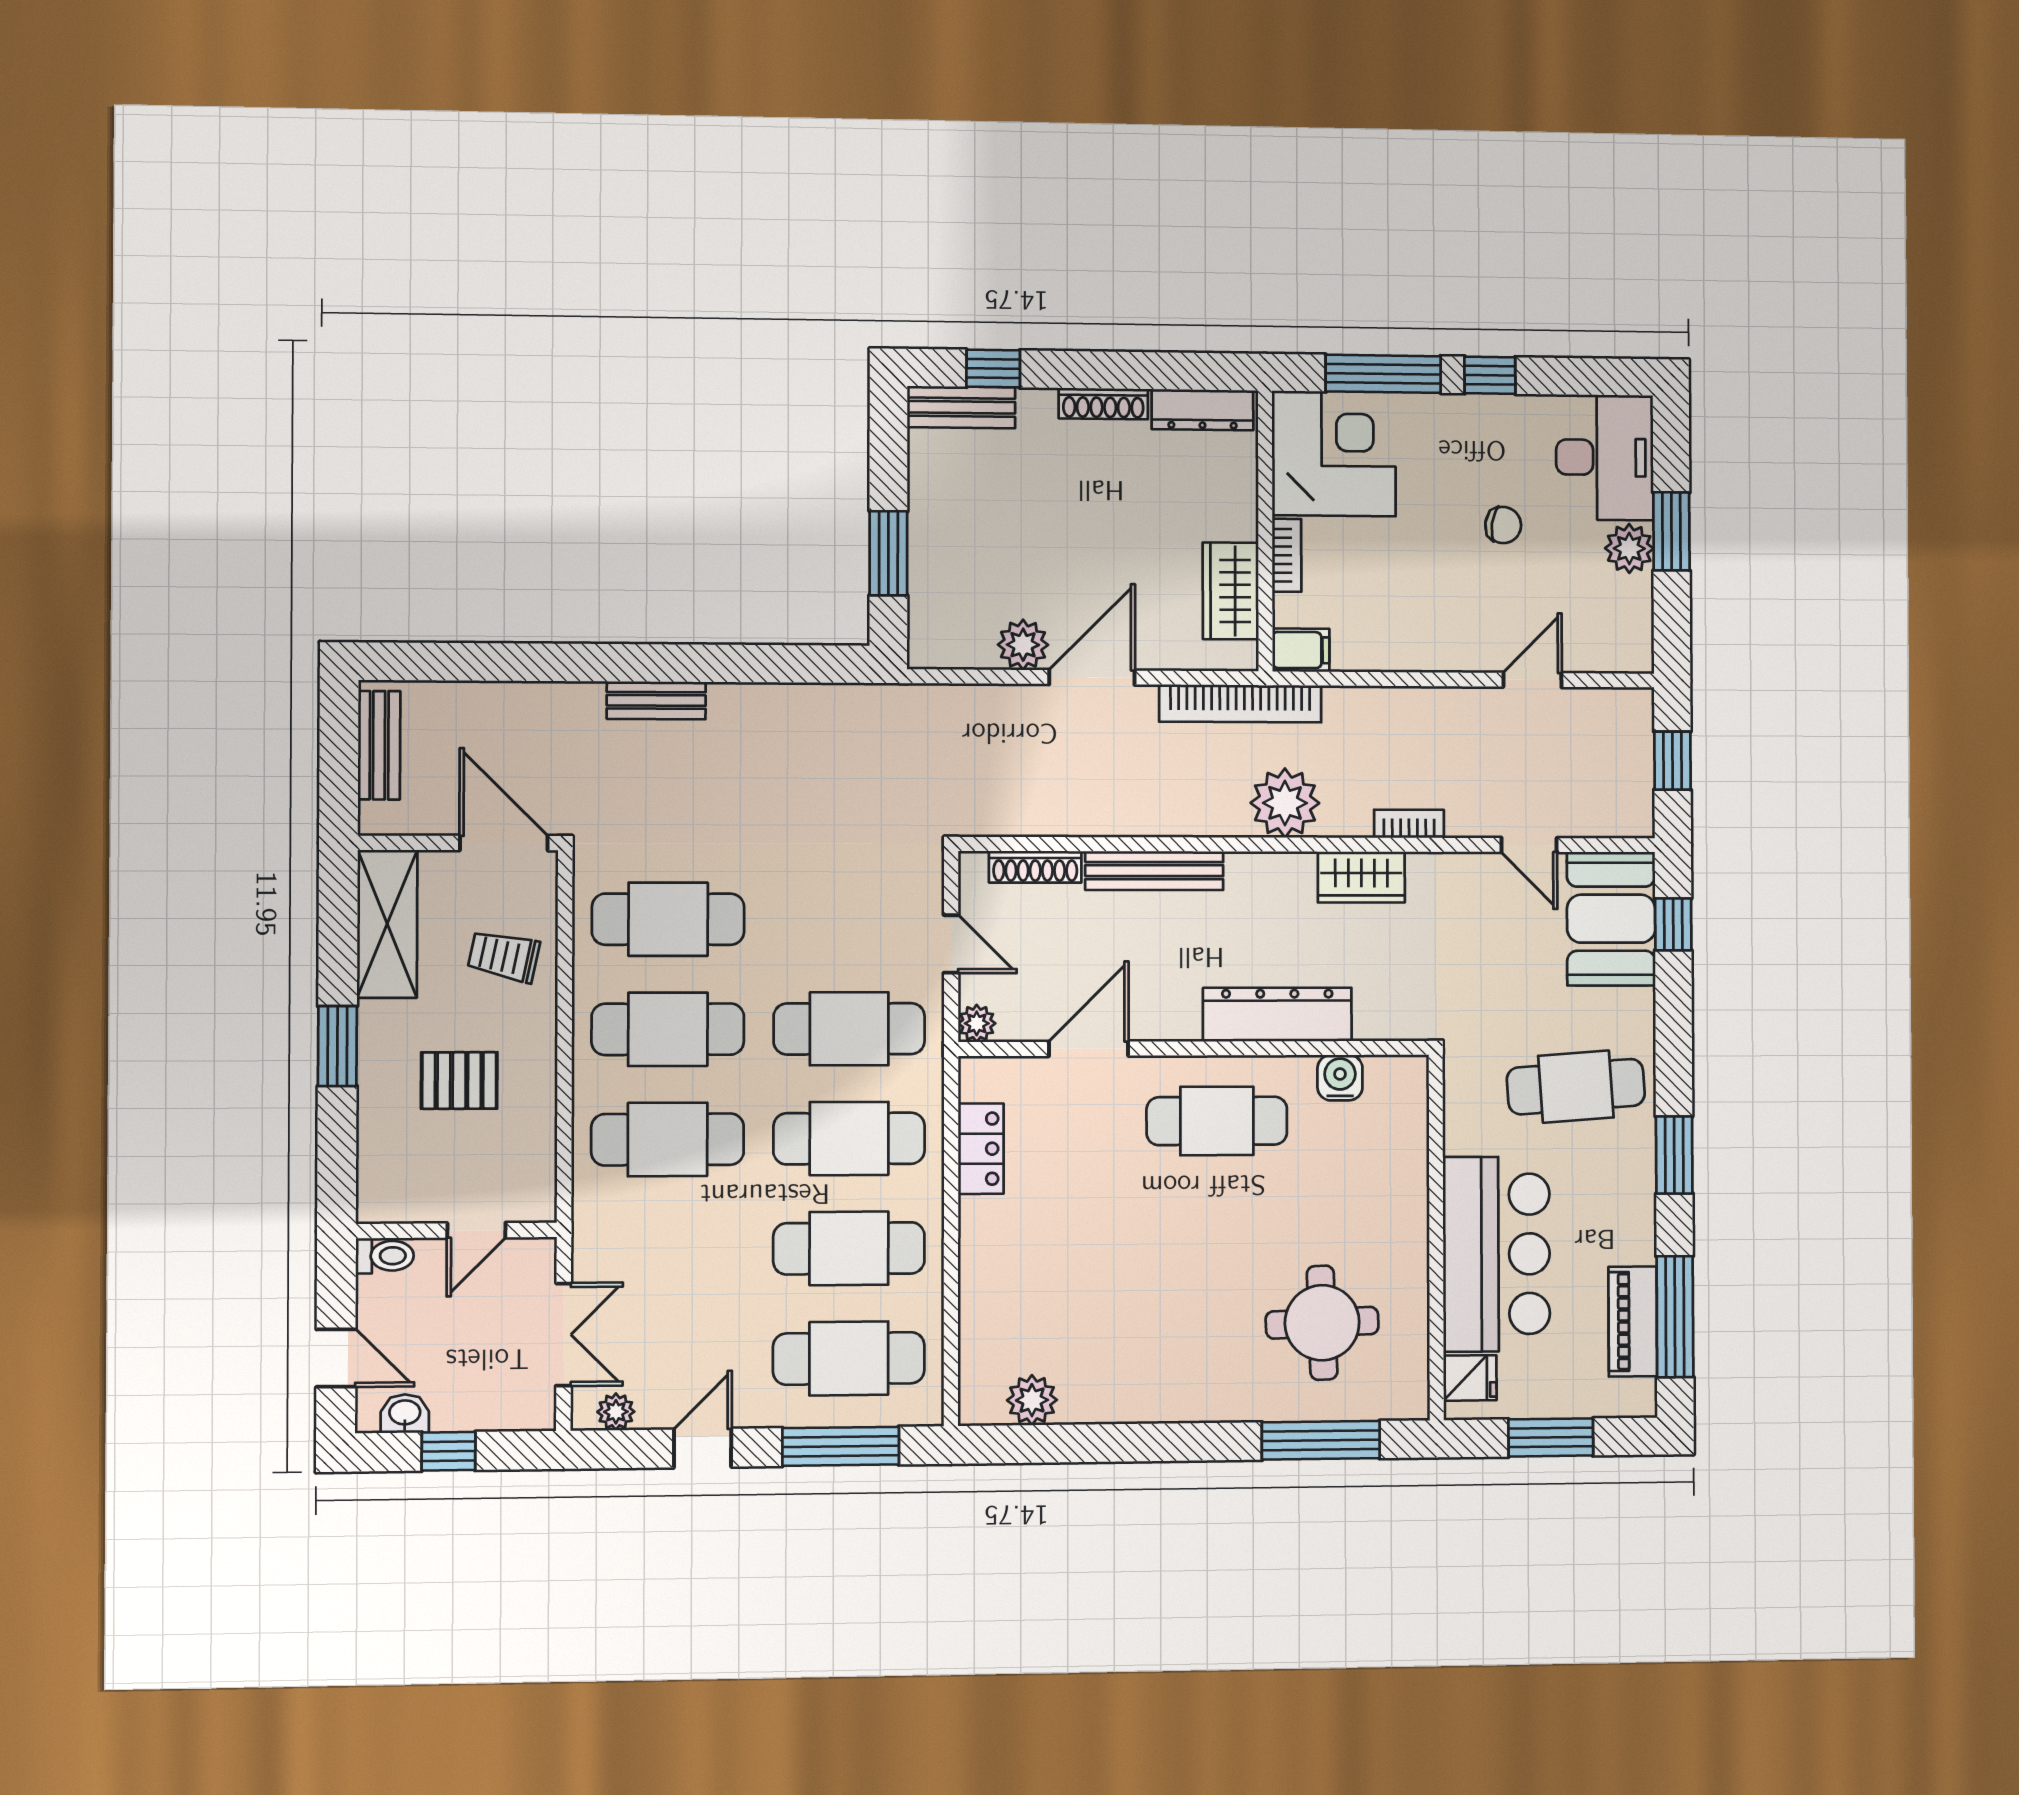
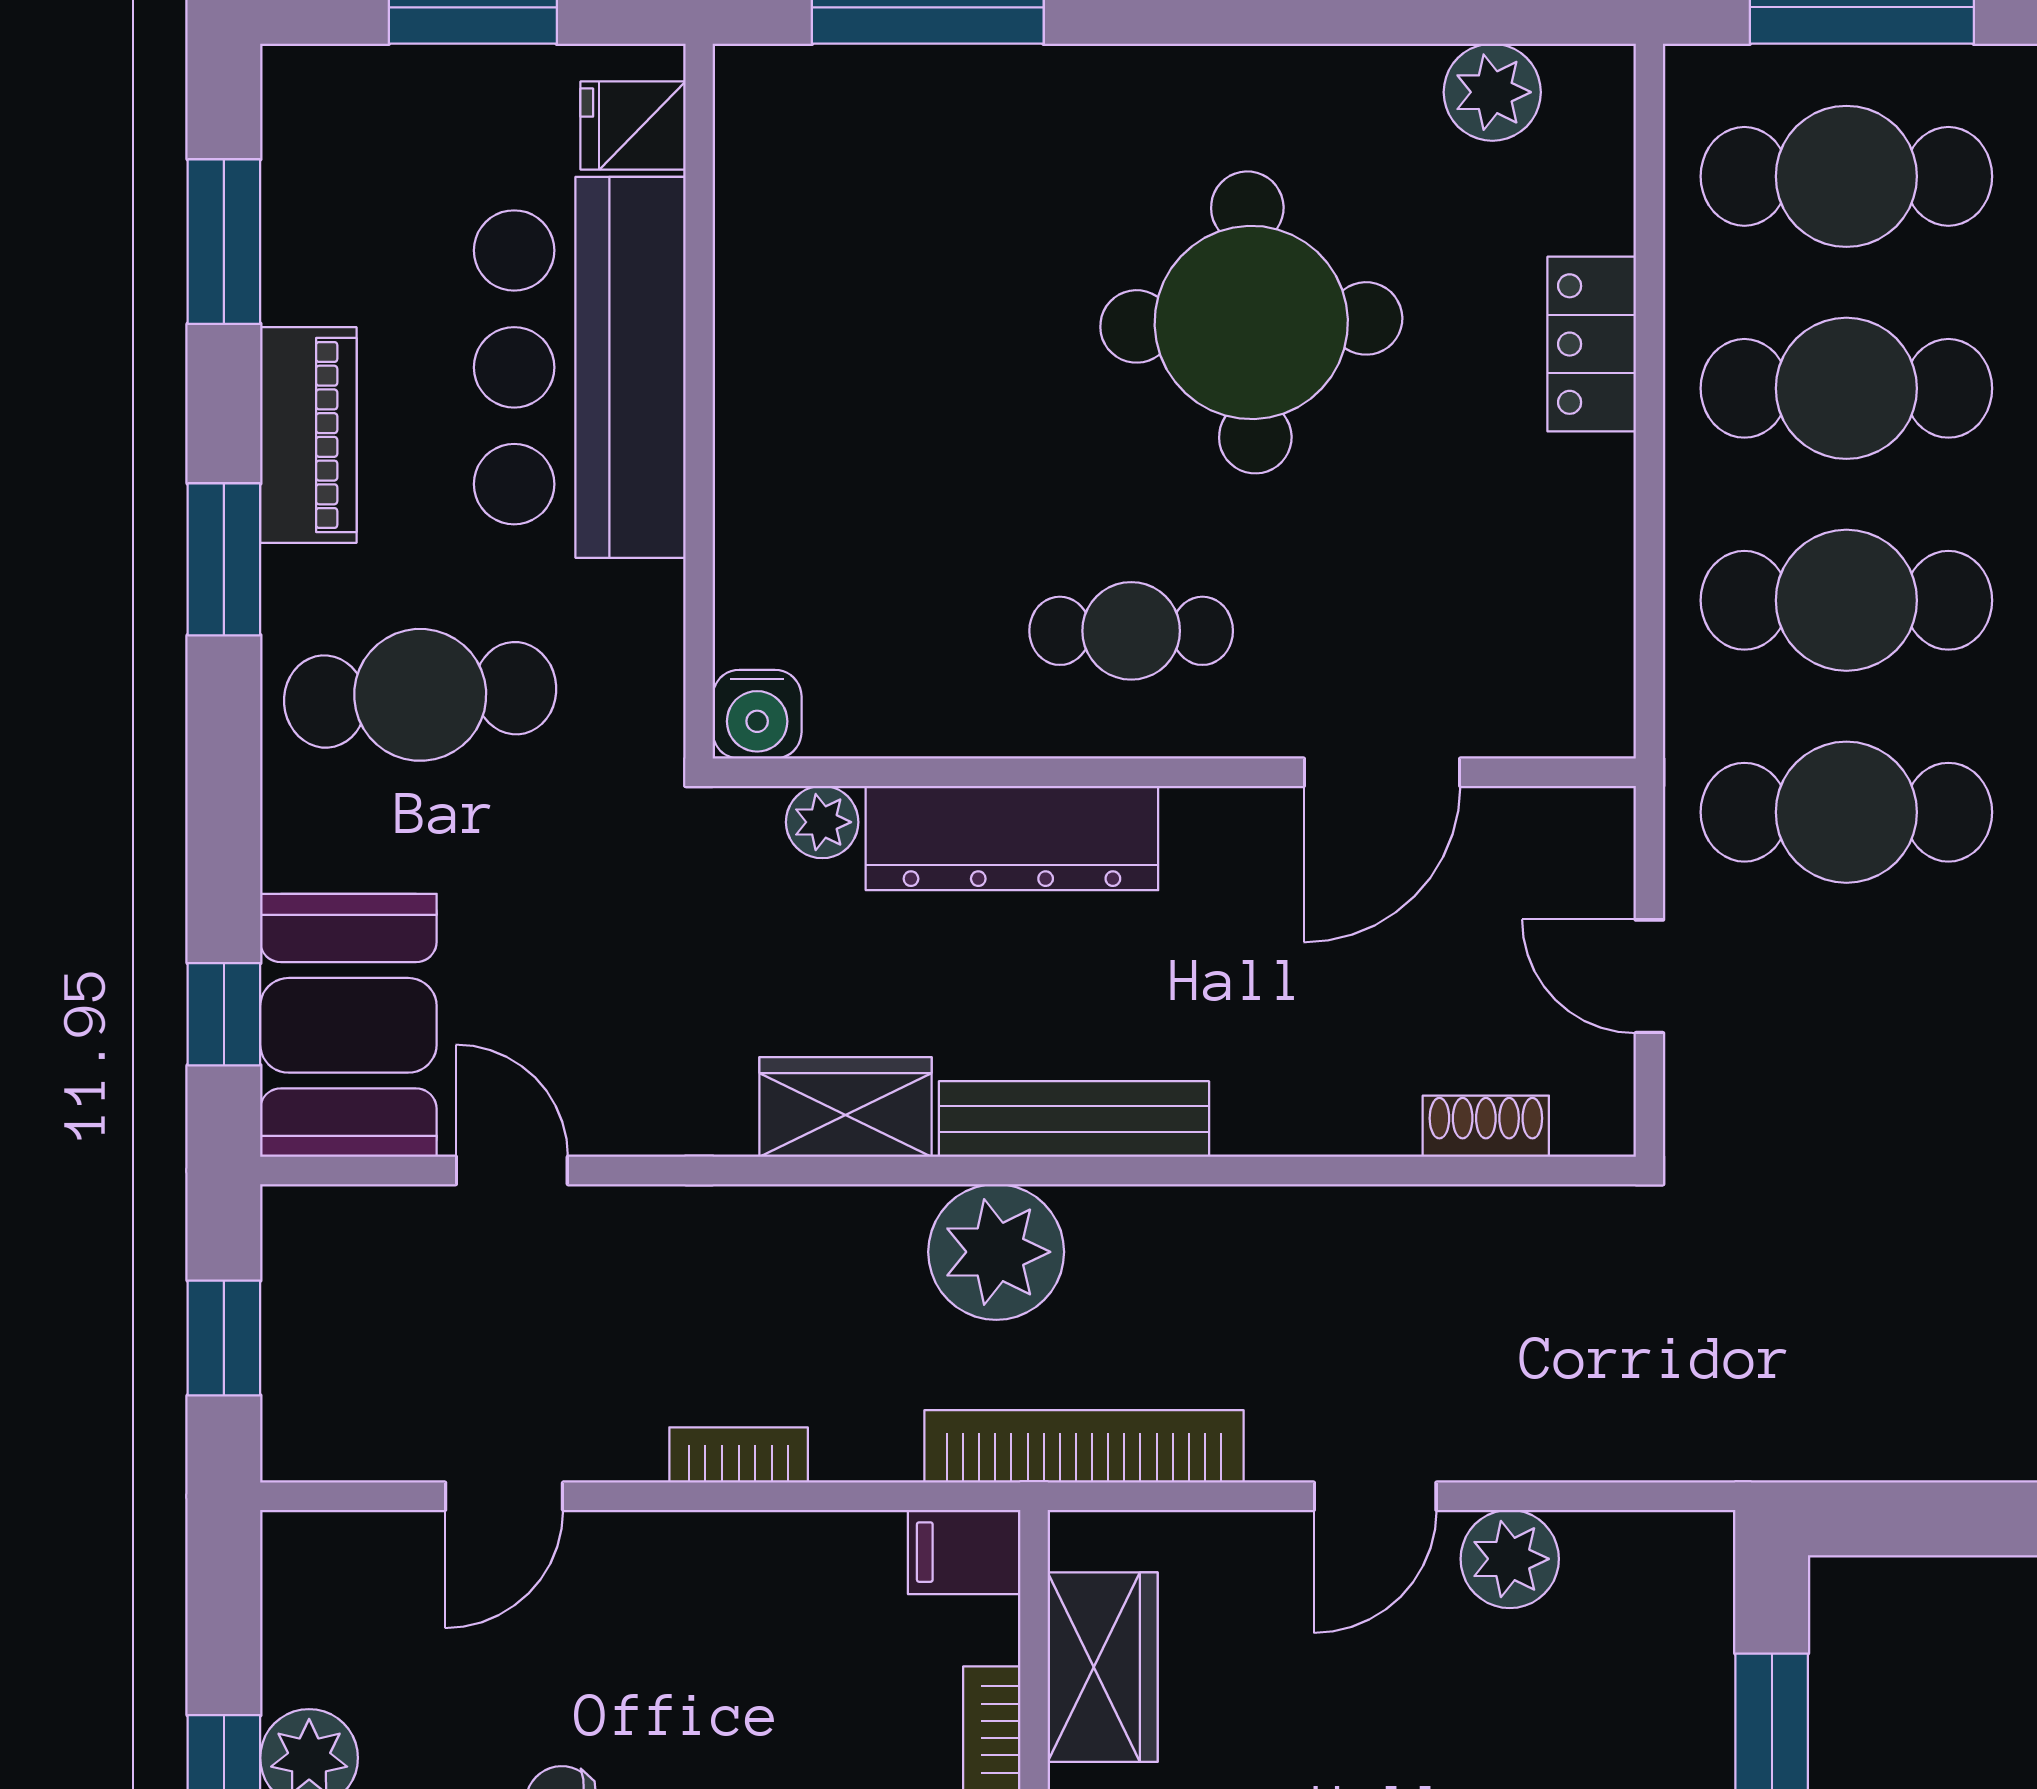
door: (1092, 677) -> (1375, 1496), width x0.73
bookcase: (1409, 824) -> (739, 1455), moved, turned 180
shoe rack: (1035, 867) -> (1486, 1126), width x0.70
bench: (1154, 871) -> (1074, 1119), moved
plant: (977, 1023) -> (822, 822), moved
water cooler: (1340, 1078) -> (757, 714), moved
cafe table: (1217, 1121) -> (1131, 631), width x0.73, depth x0.74
locker: (981, 1149) -> (1592, 344), moved
window: (1675, 1317) -> (224, 242), width x0.69
piano: (1633, 1321) -> (308, 435), moved
round table: (1322, 1323) -> (1251, 322), moved, width x1.36, depth x1.36

